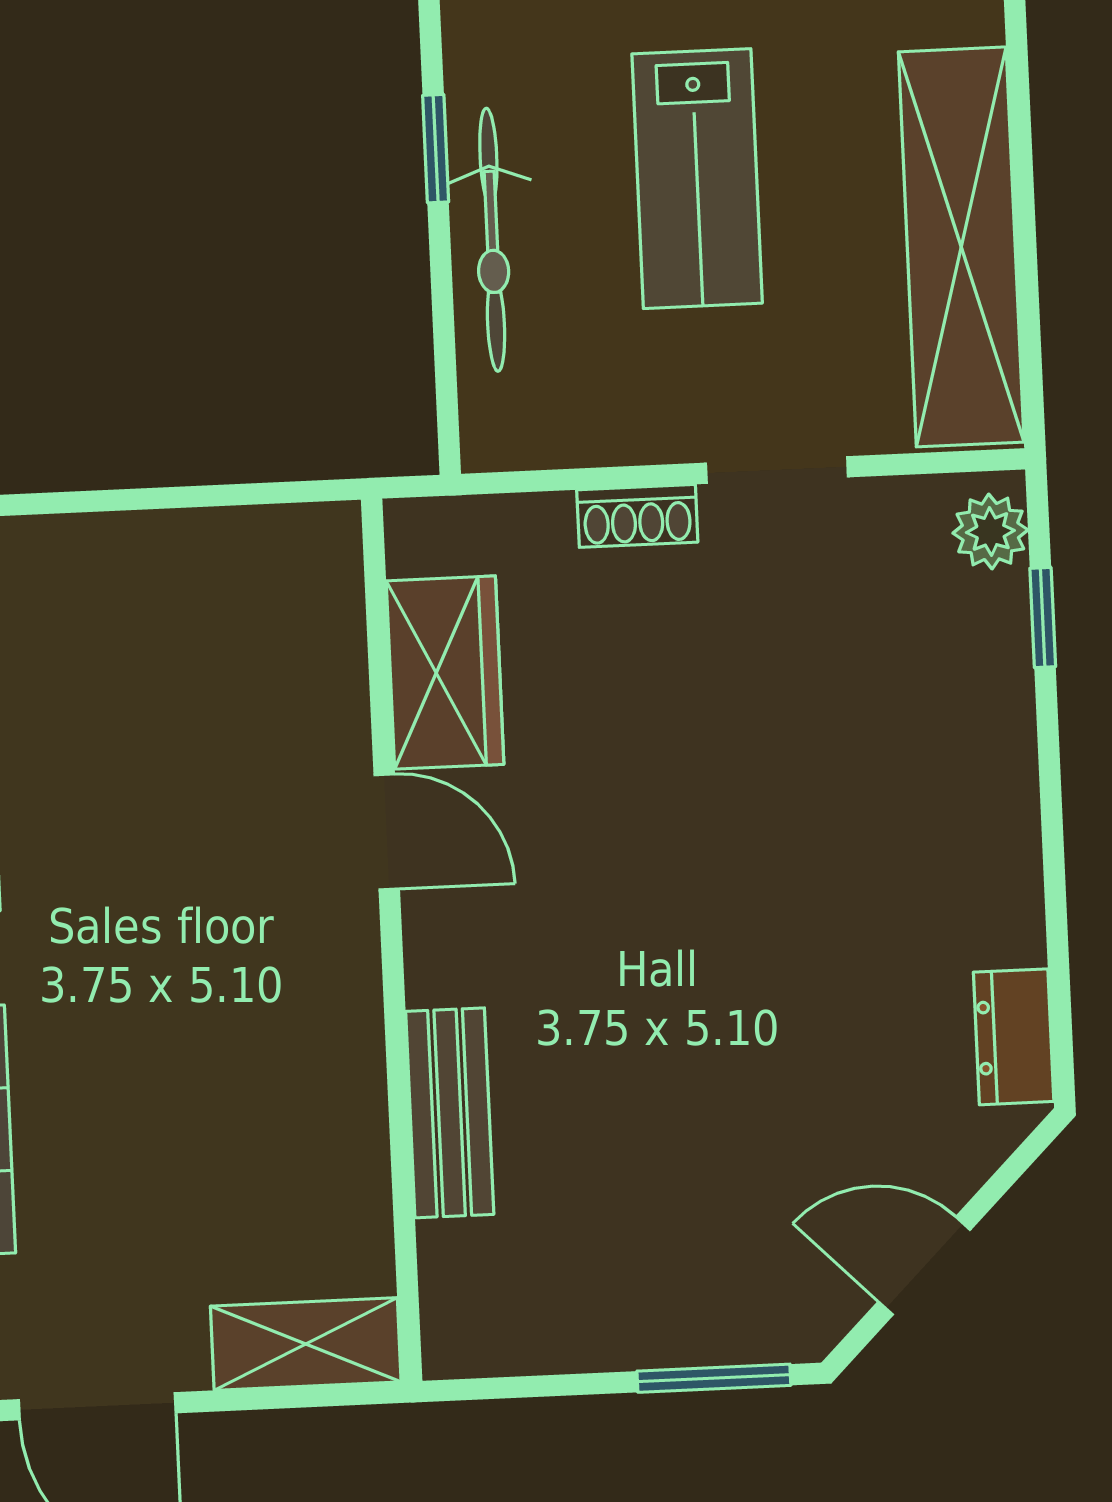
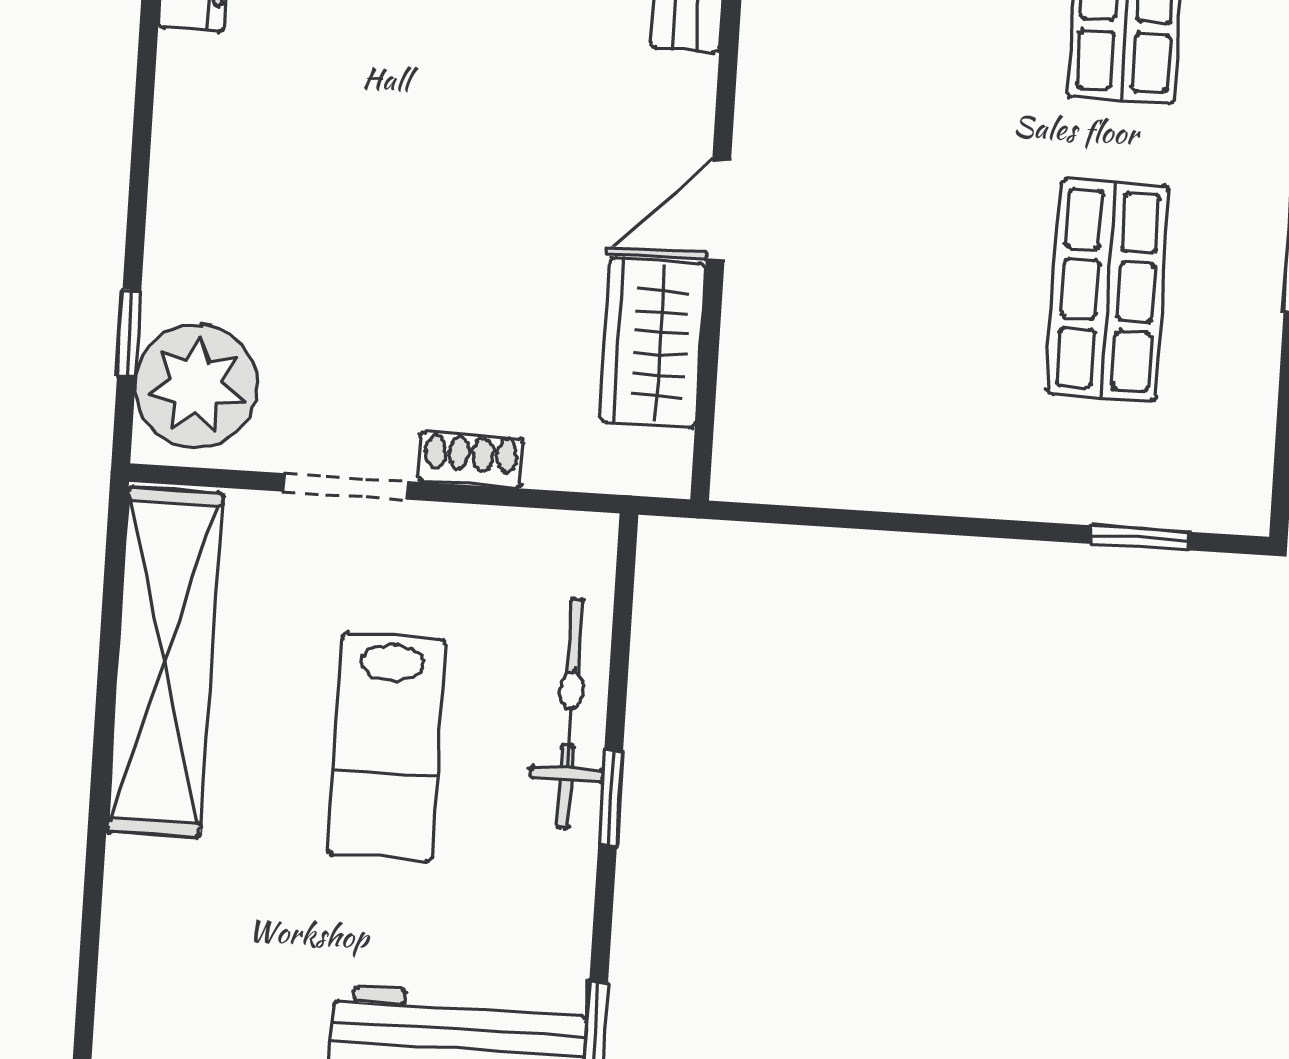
lab bench: (697, 179) -> (387, 747), turned 180
plant: (990, 531) -> (197, 386), width x1.87, depth x1.87
door: (387, 832) -> (718, 210), hinge flipped

